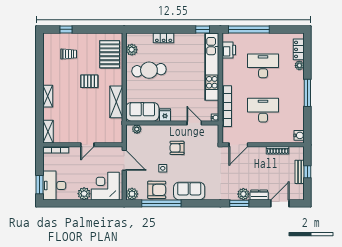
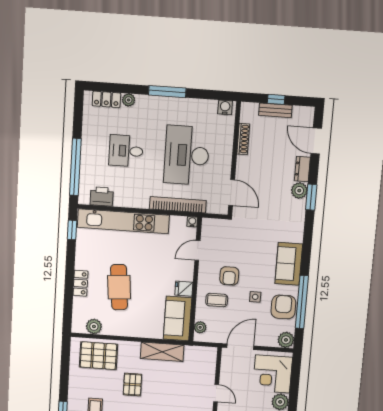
desk: (263, 66) -> (126, 151), width x0.73
cafe table: (149, 70) -> (119, 287), moved
desk: (263, 110) -> (187, 155), width x1.36, depth x1.30
coffee table: (158, 140) -> (217, 300), added

